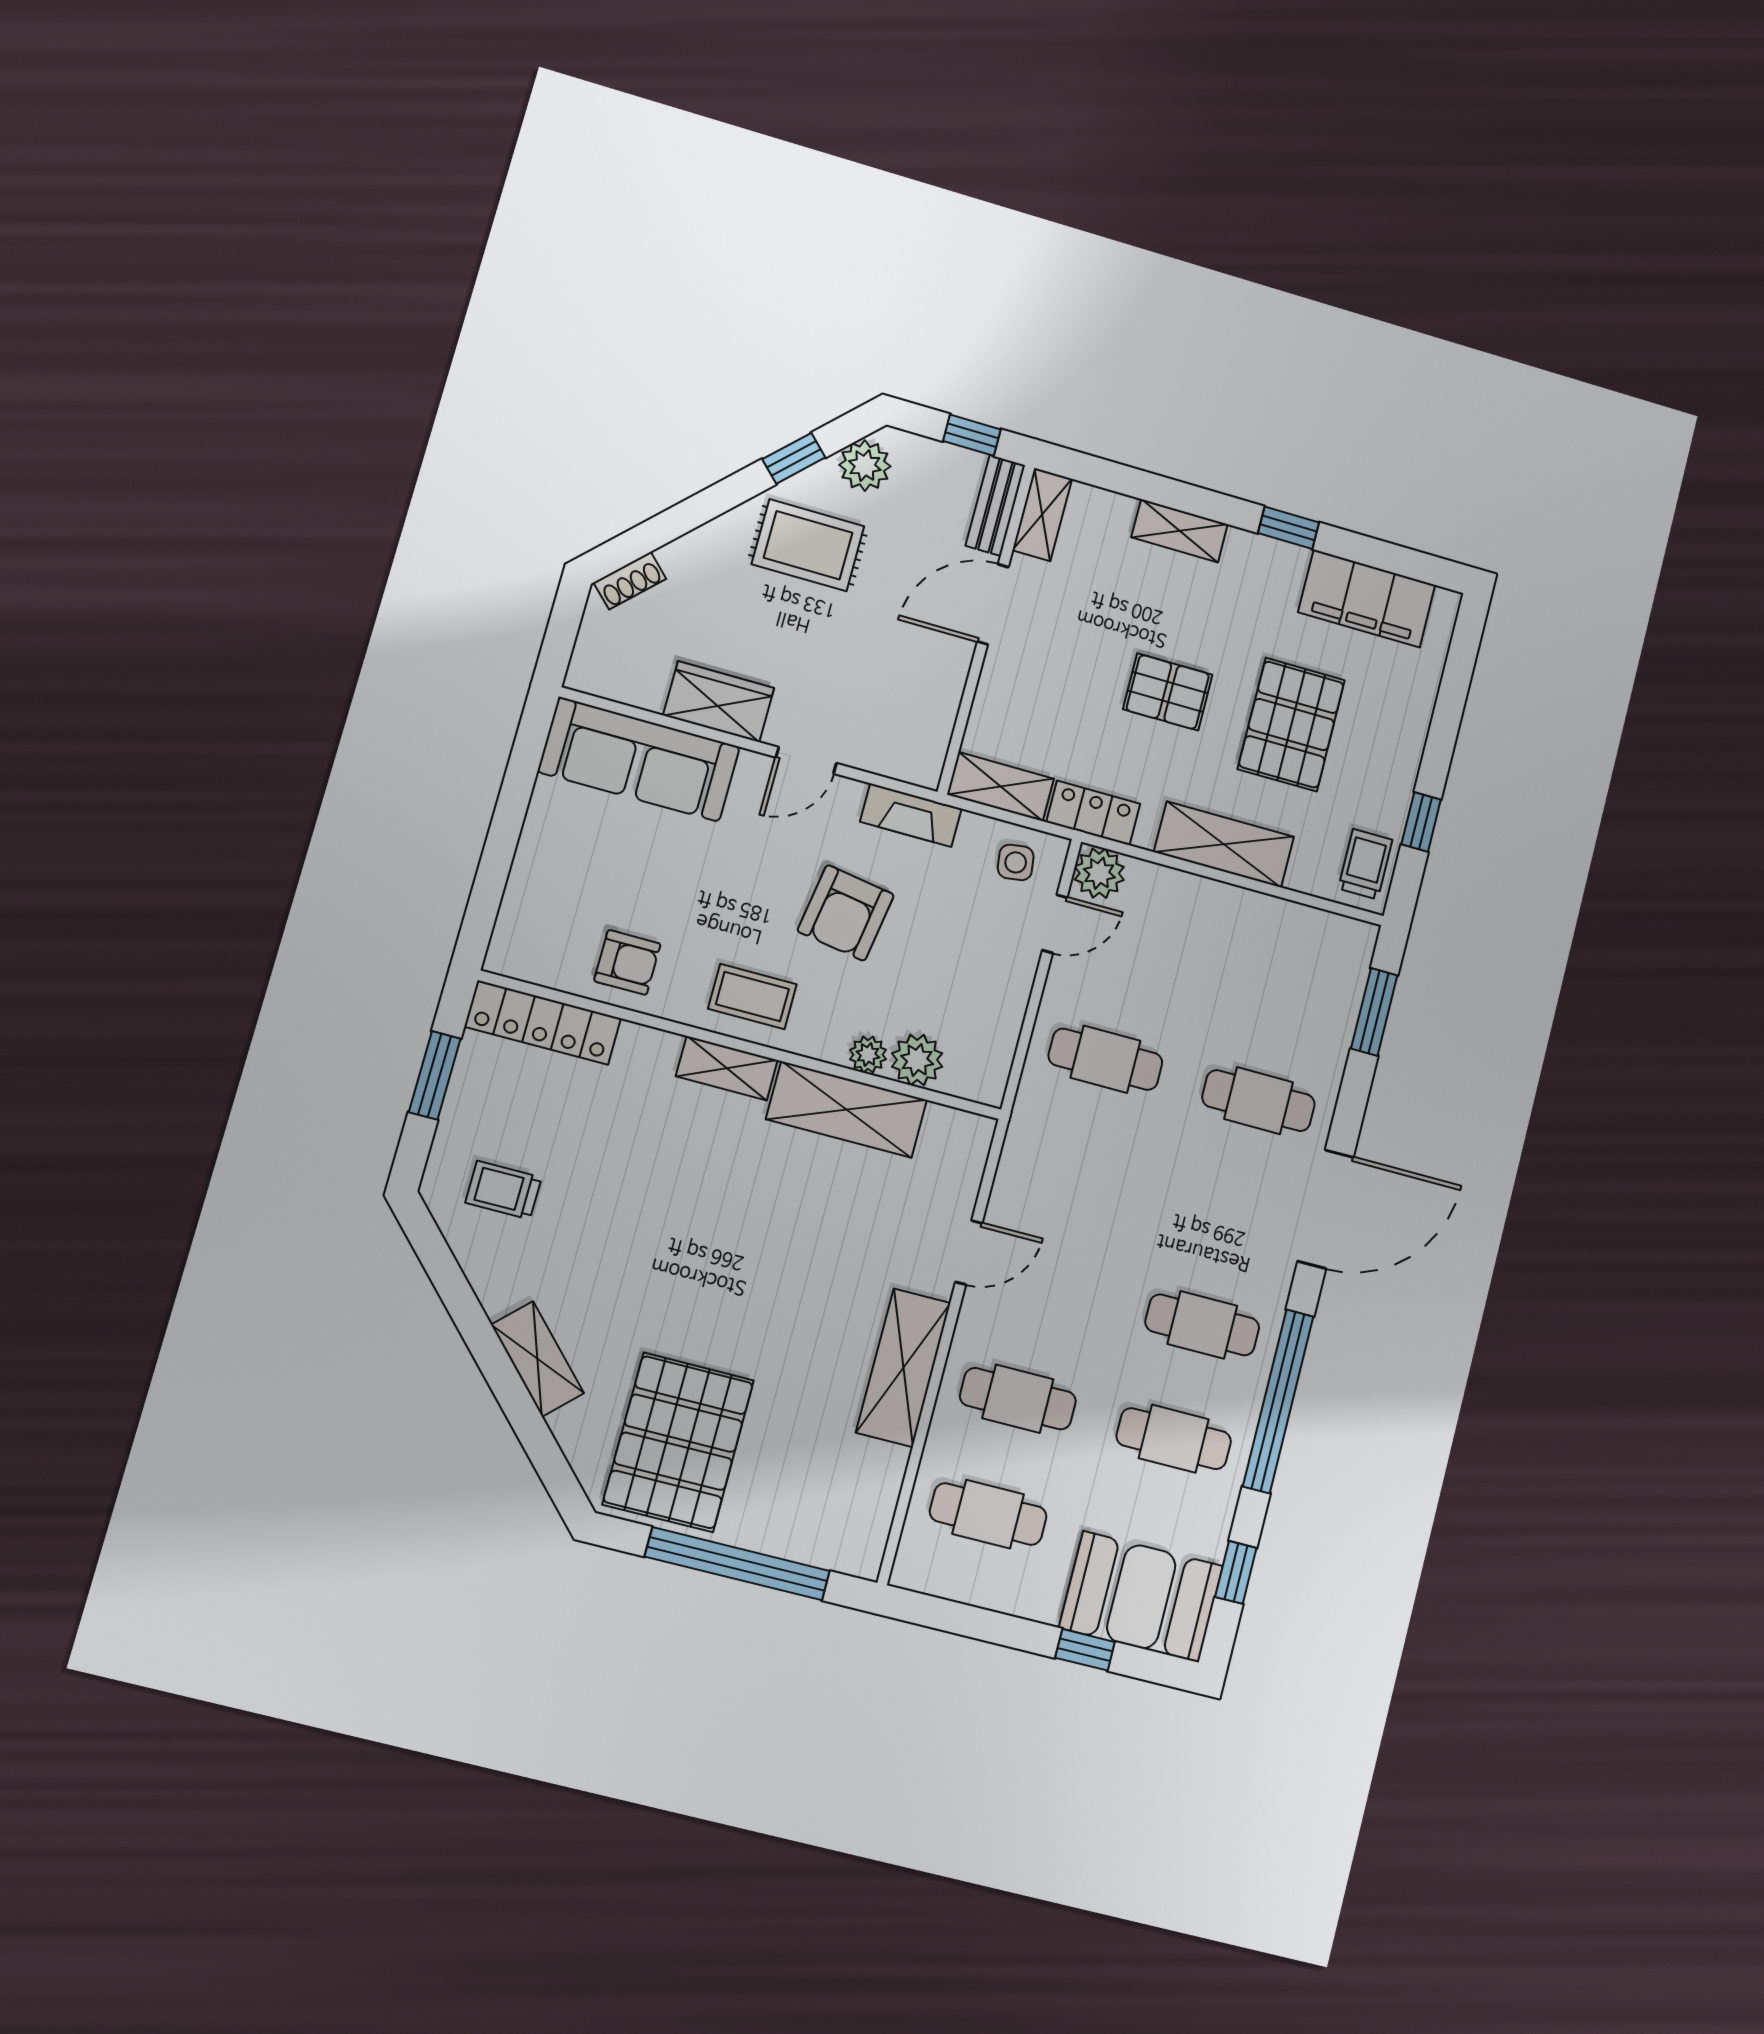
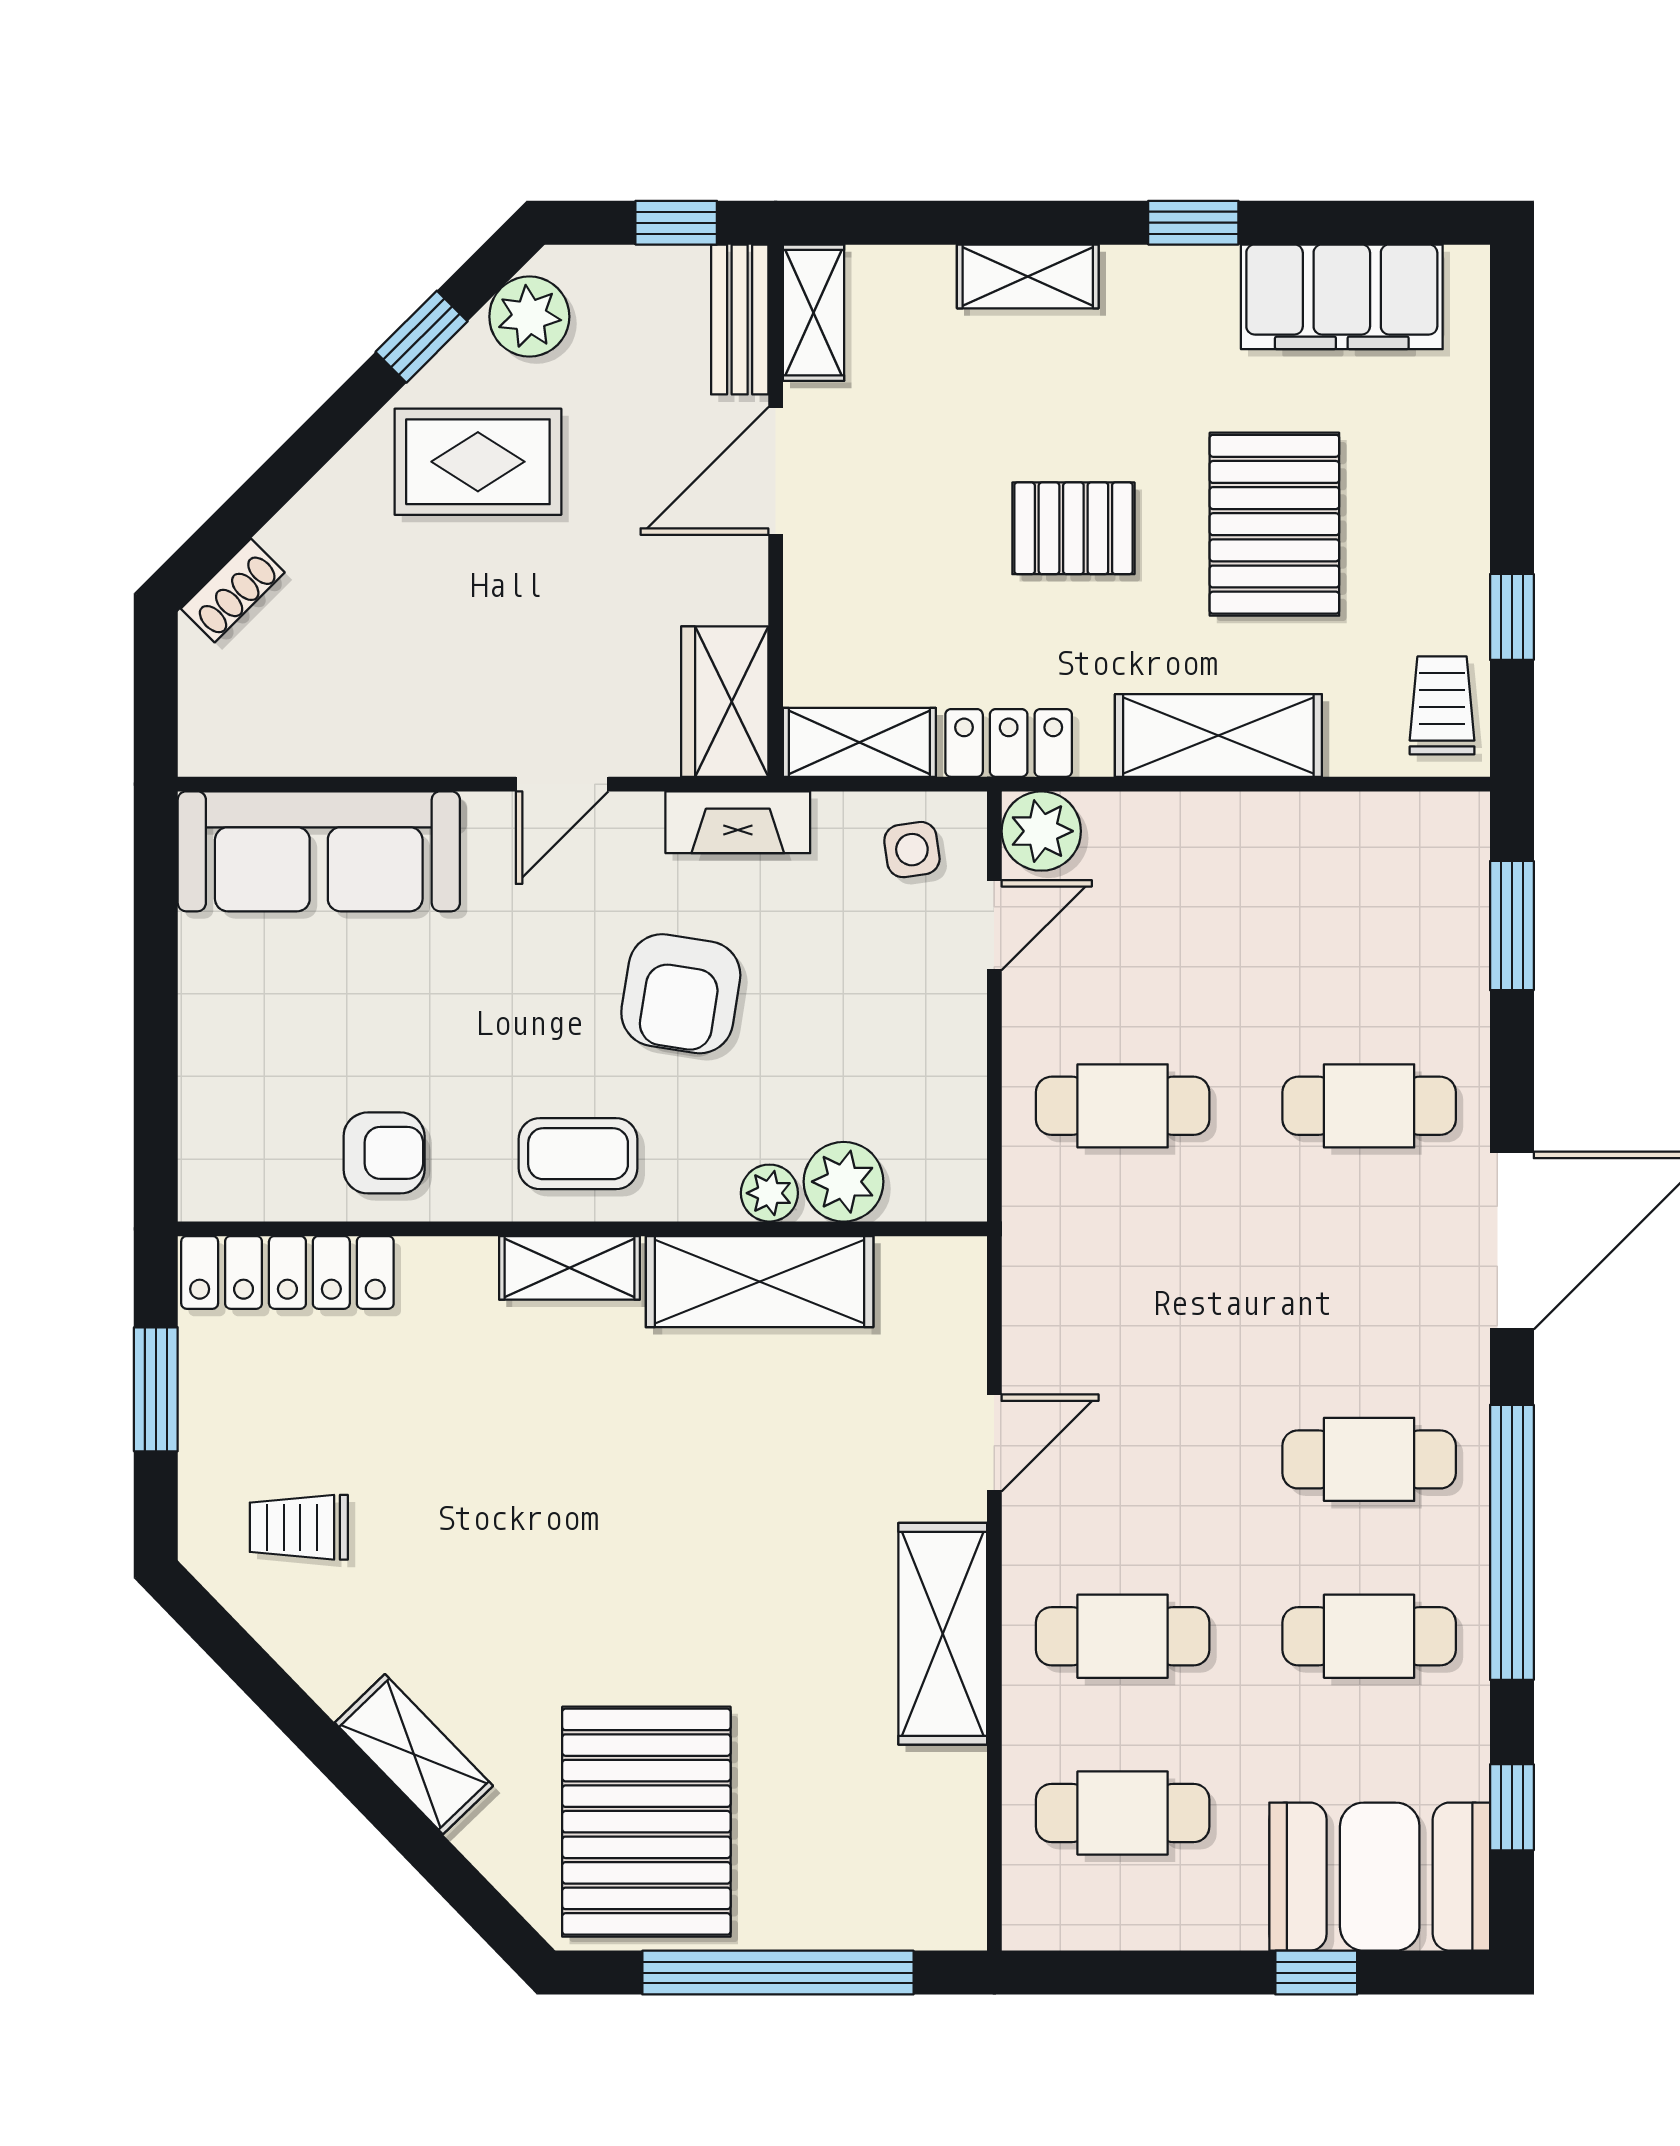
wardrobe: (719, 702) -> (725, 702), moved, turned -90

